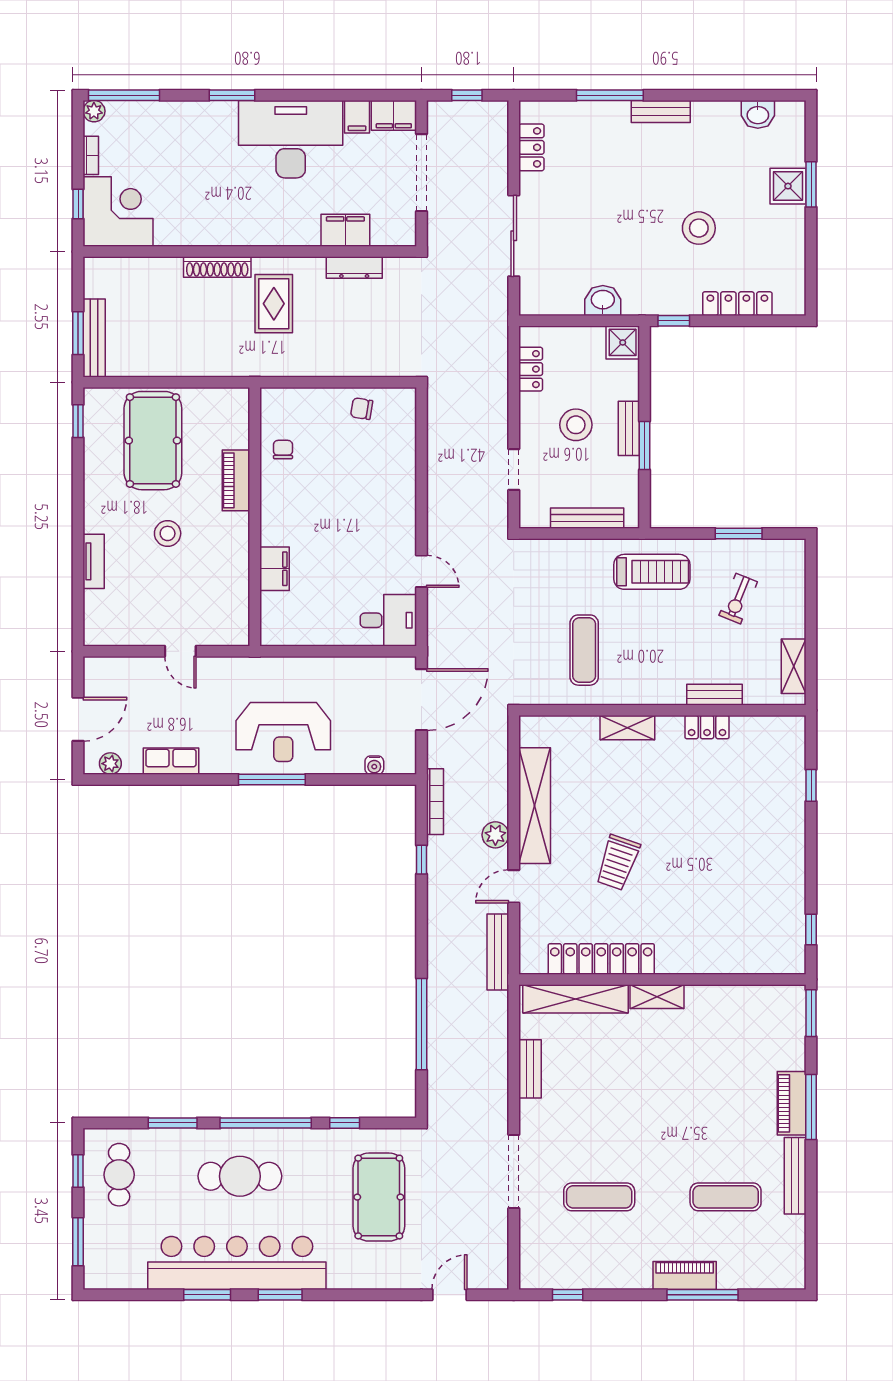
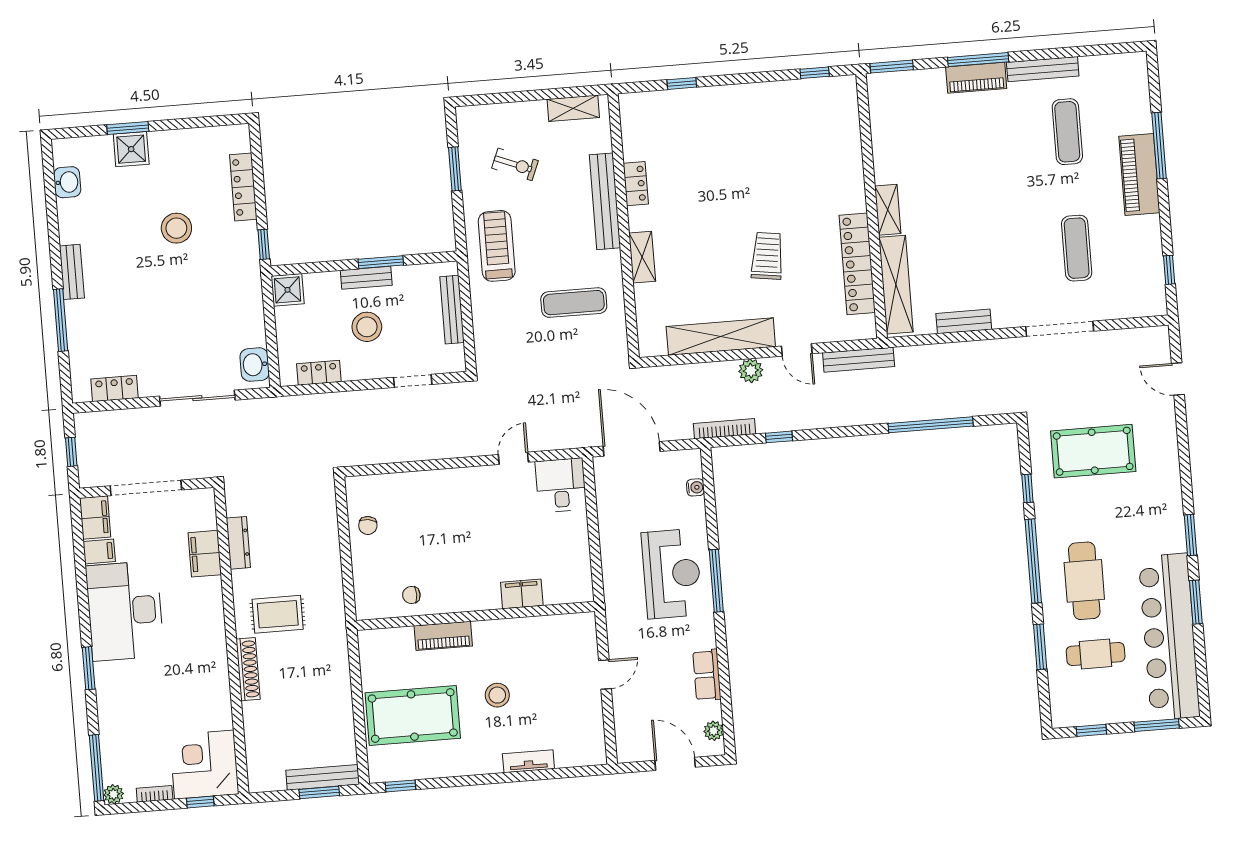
washbasin: (603, 301) -> (255, 365), moved
bench: (714, 695) -> (605, 201), width x1.86, depth x1.21
trolley: (618, 863) -> (767, 256), turned -101
cafe table: (119, 1175) -> (1096, 654), moved
bar counter: (237, 1263) -> (1169, 637), moved
piano: (685, 1275) -> (1139, 175), width x1.37, depth x1.33

